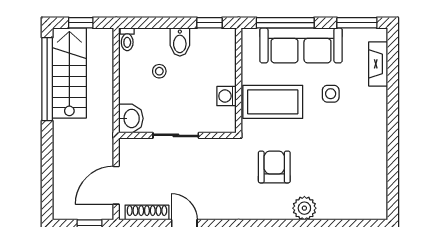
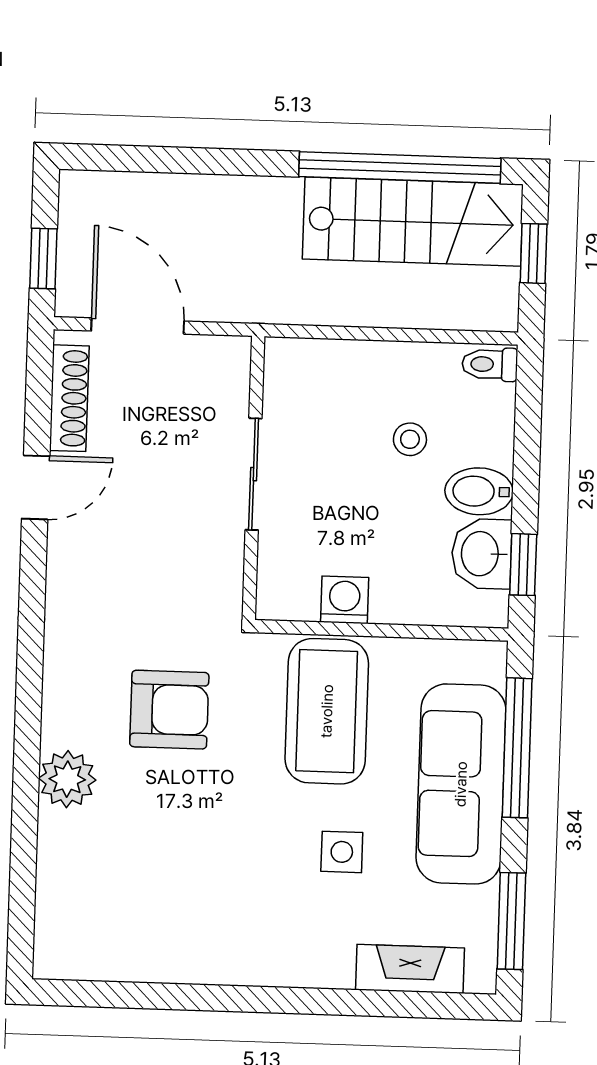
washbasin: (131, 118) -> (482, 554), moved, turned 90

